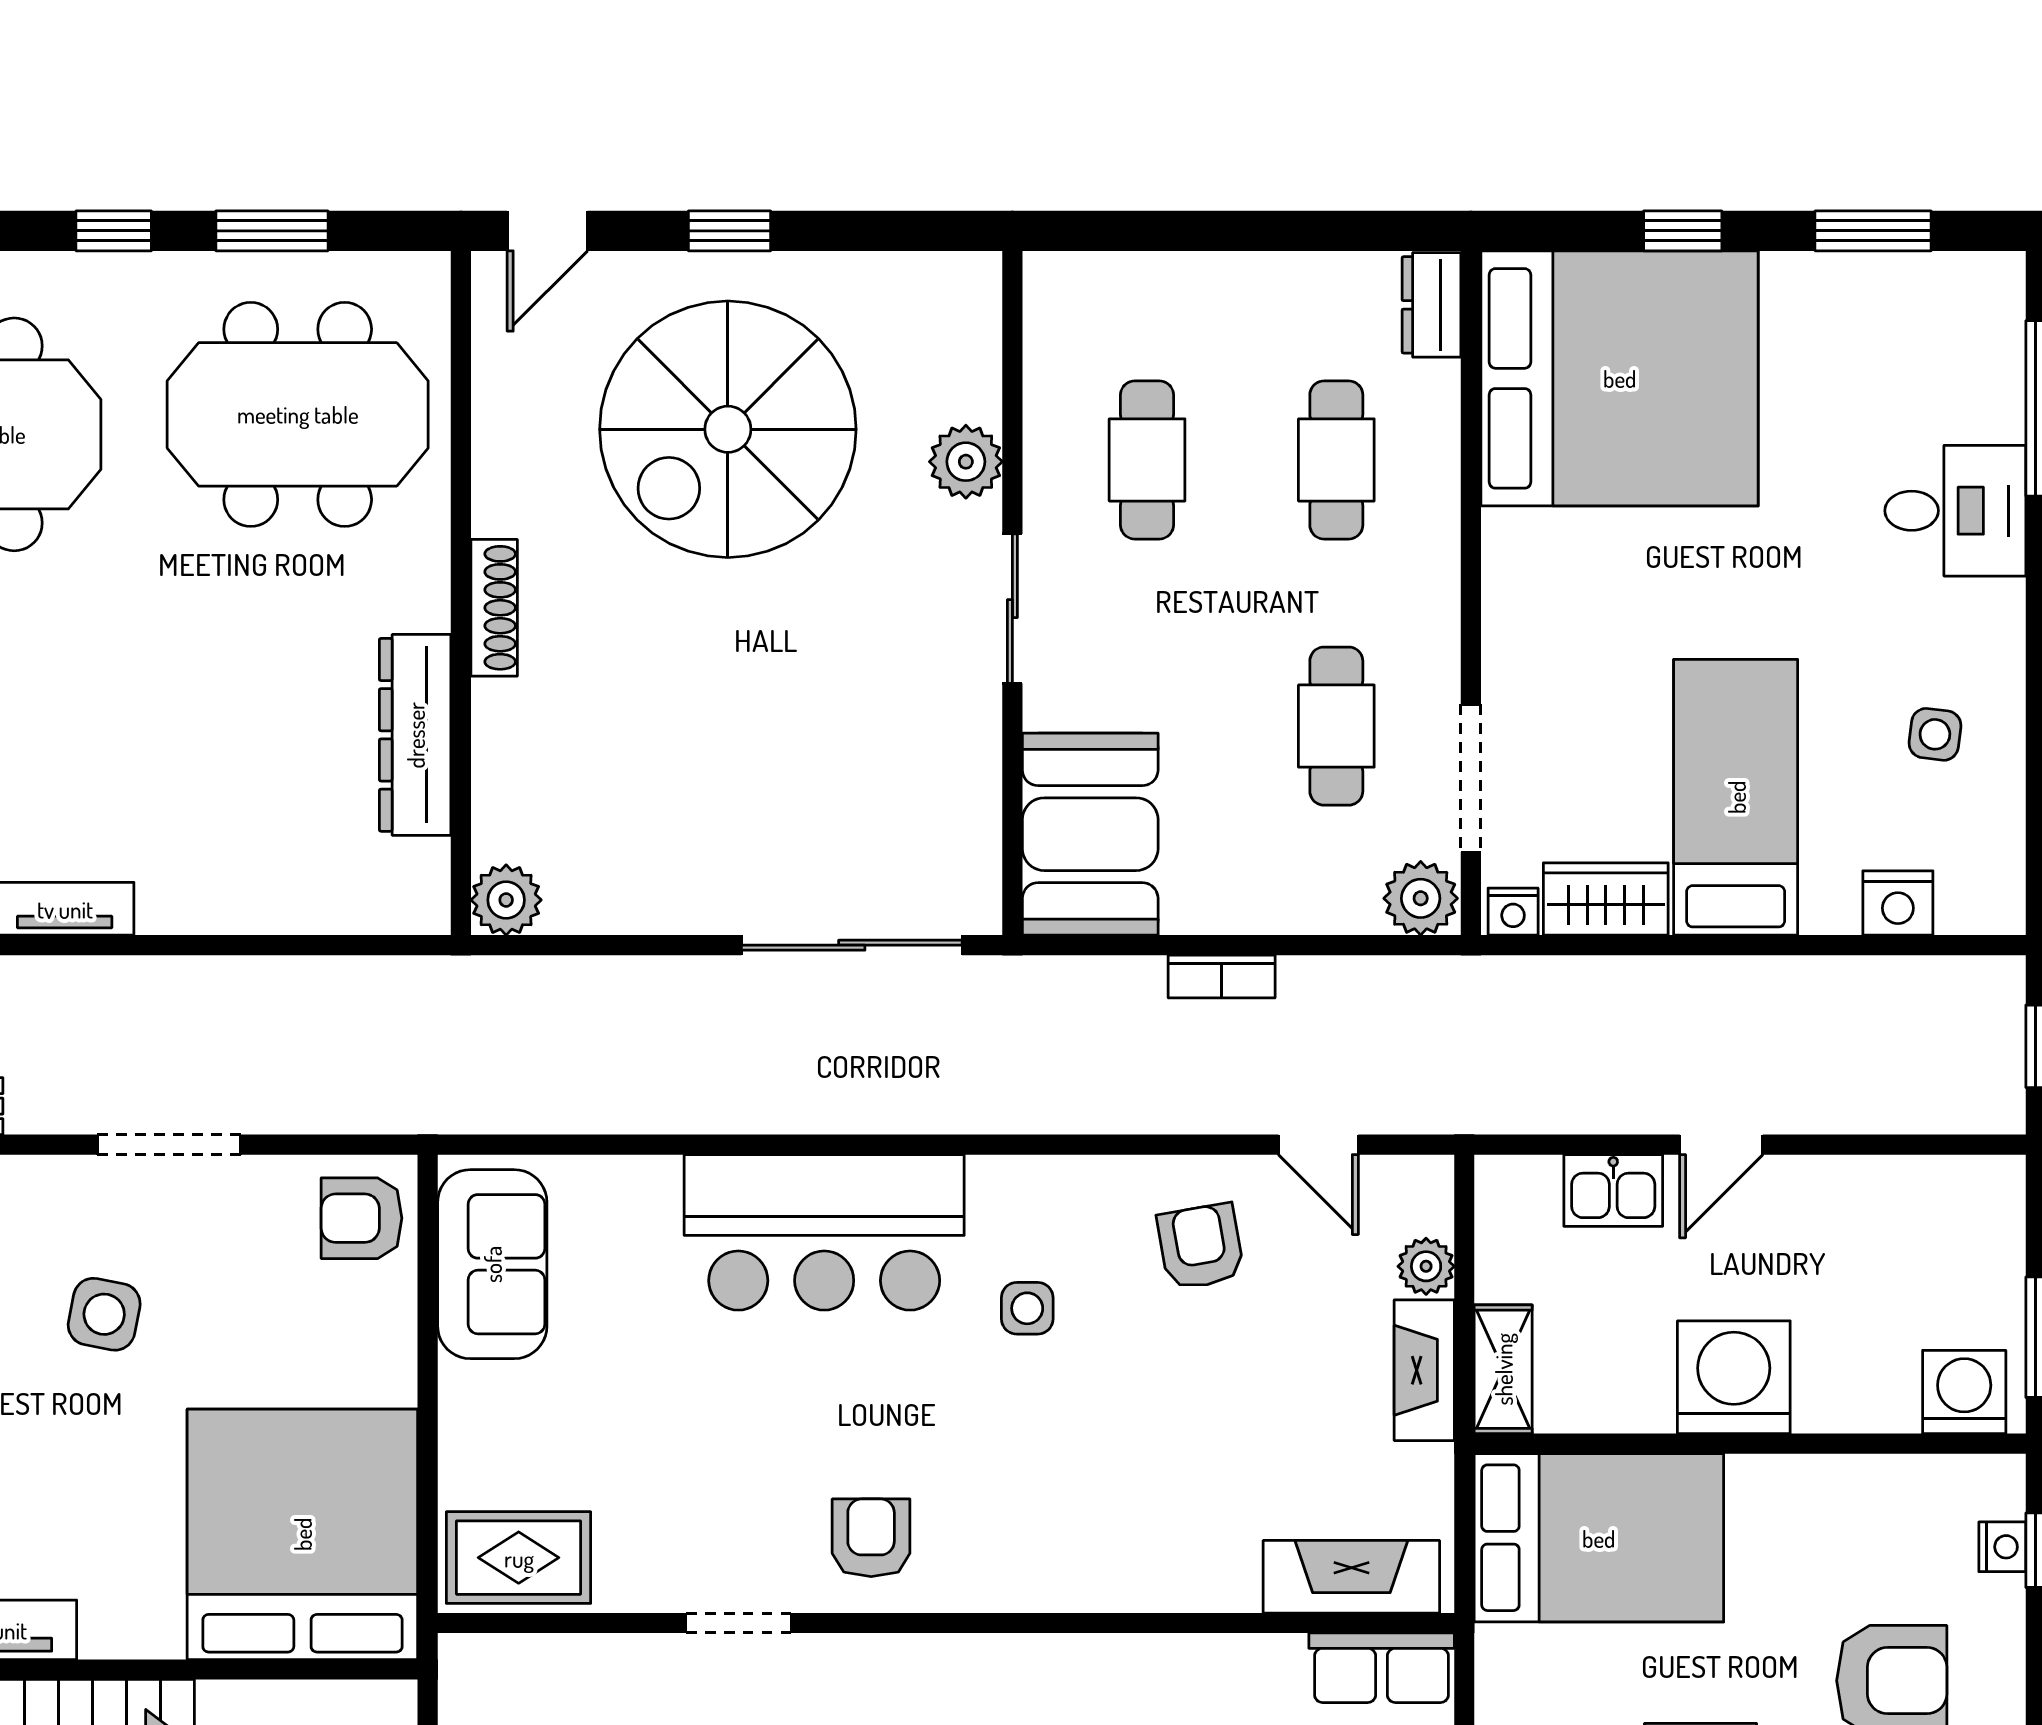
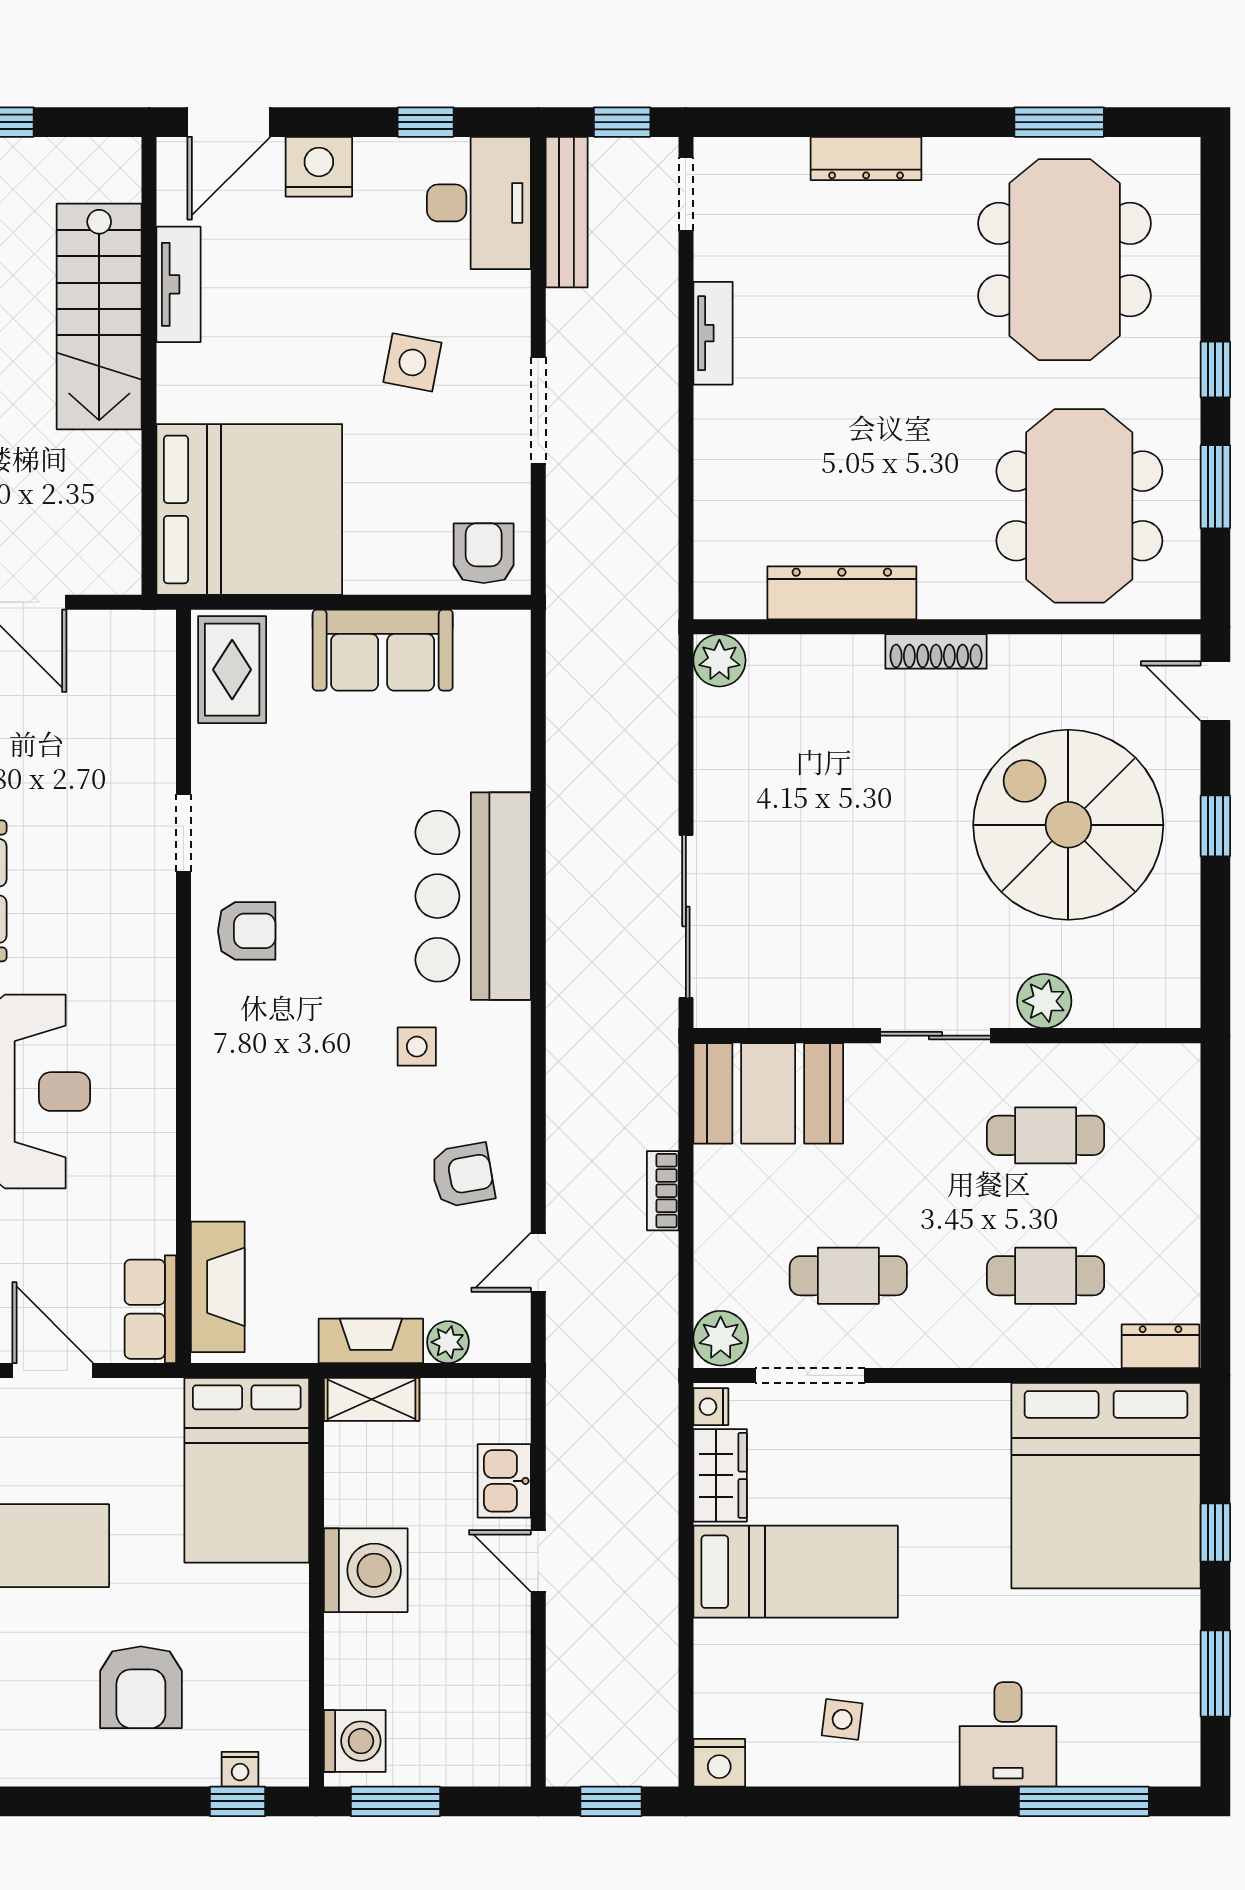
nightstand: (1898, 903) -> (719, 1763), moved, turned -90
sofa: (492, 1264) -> (383, 650), moved

